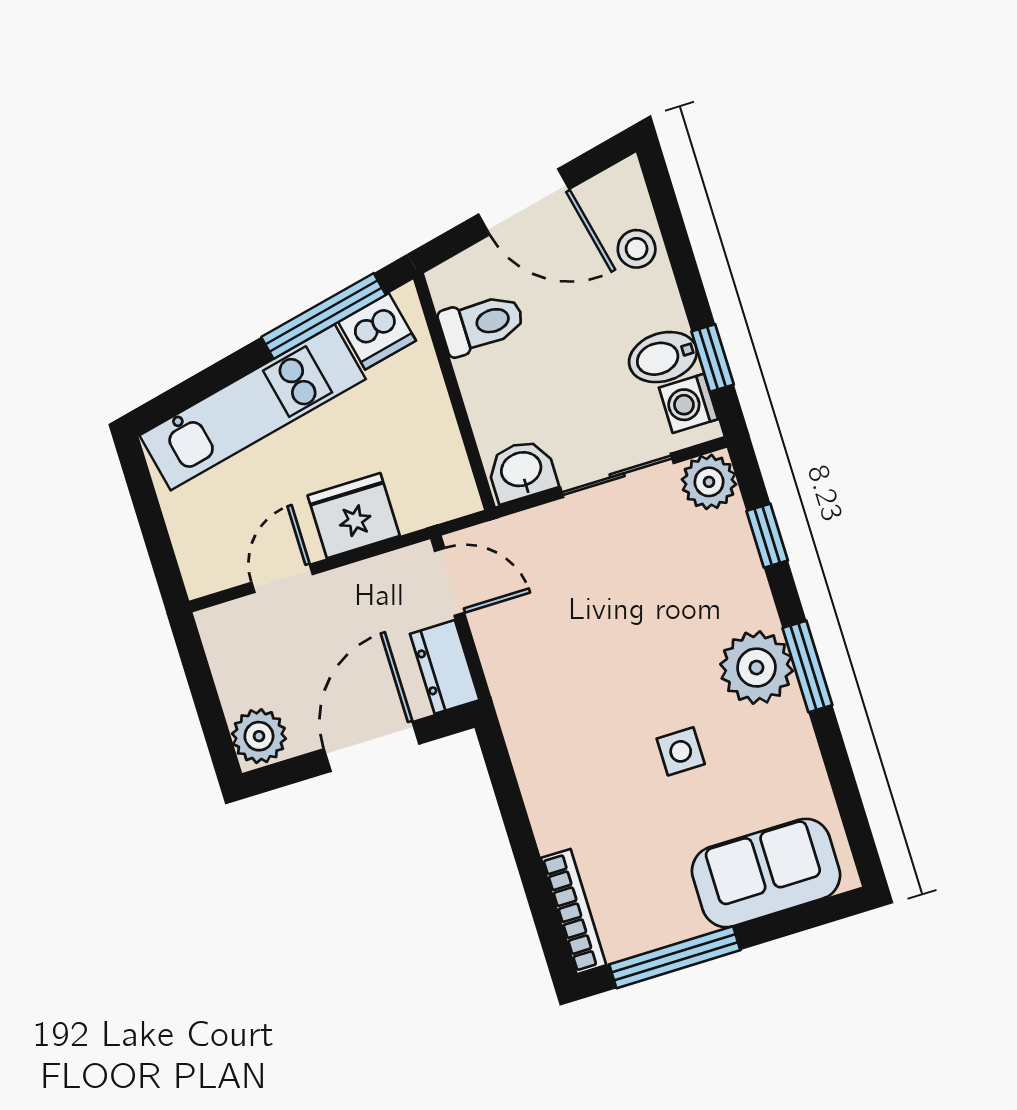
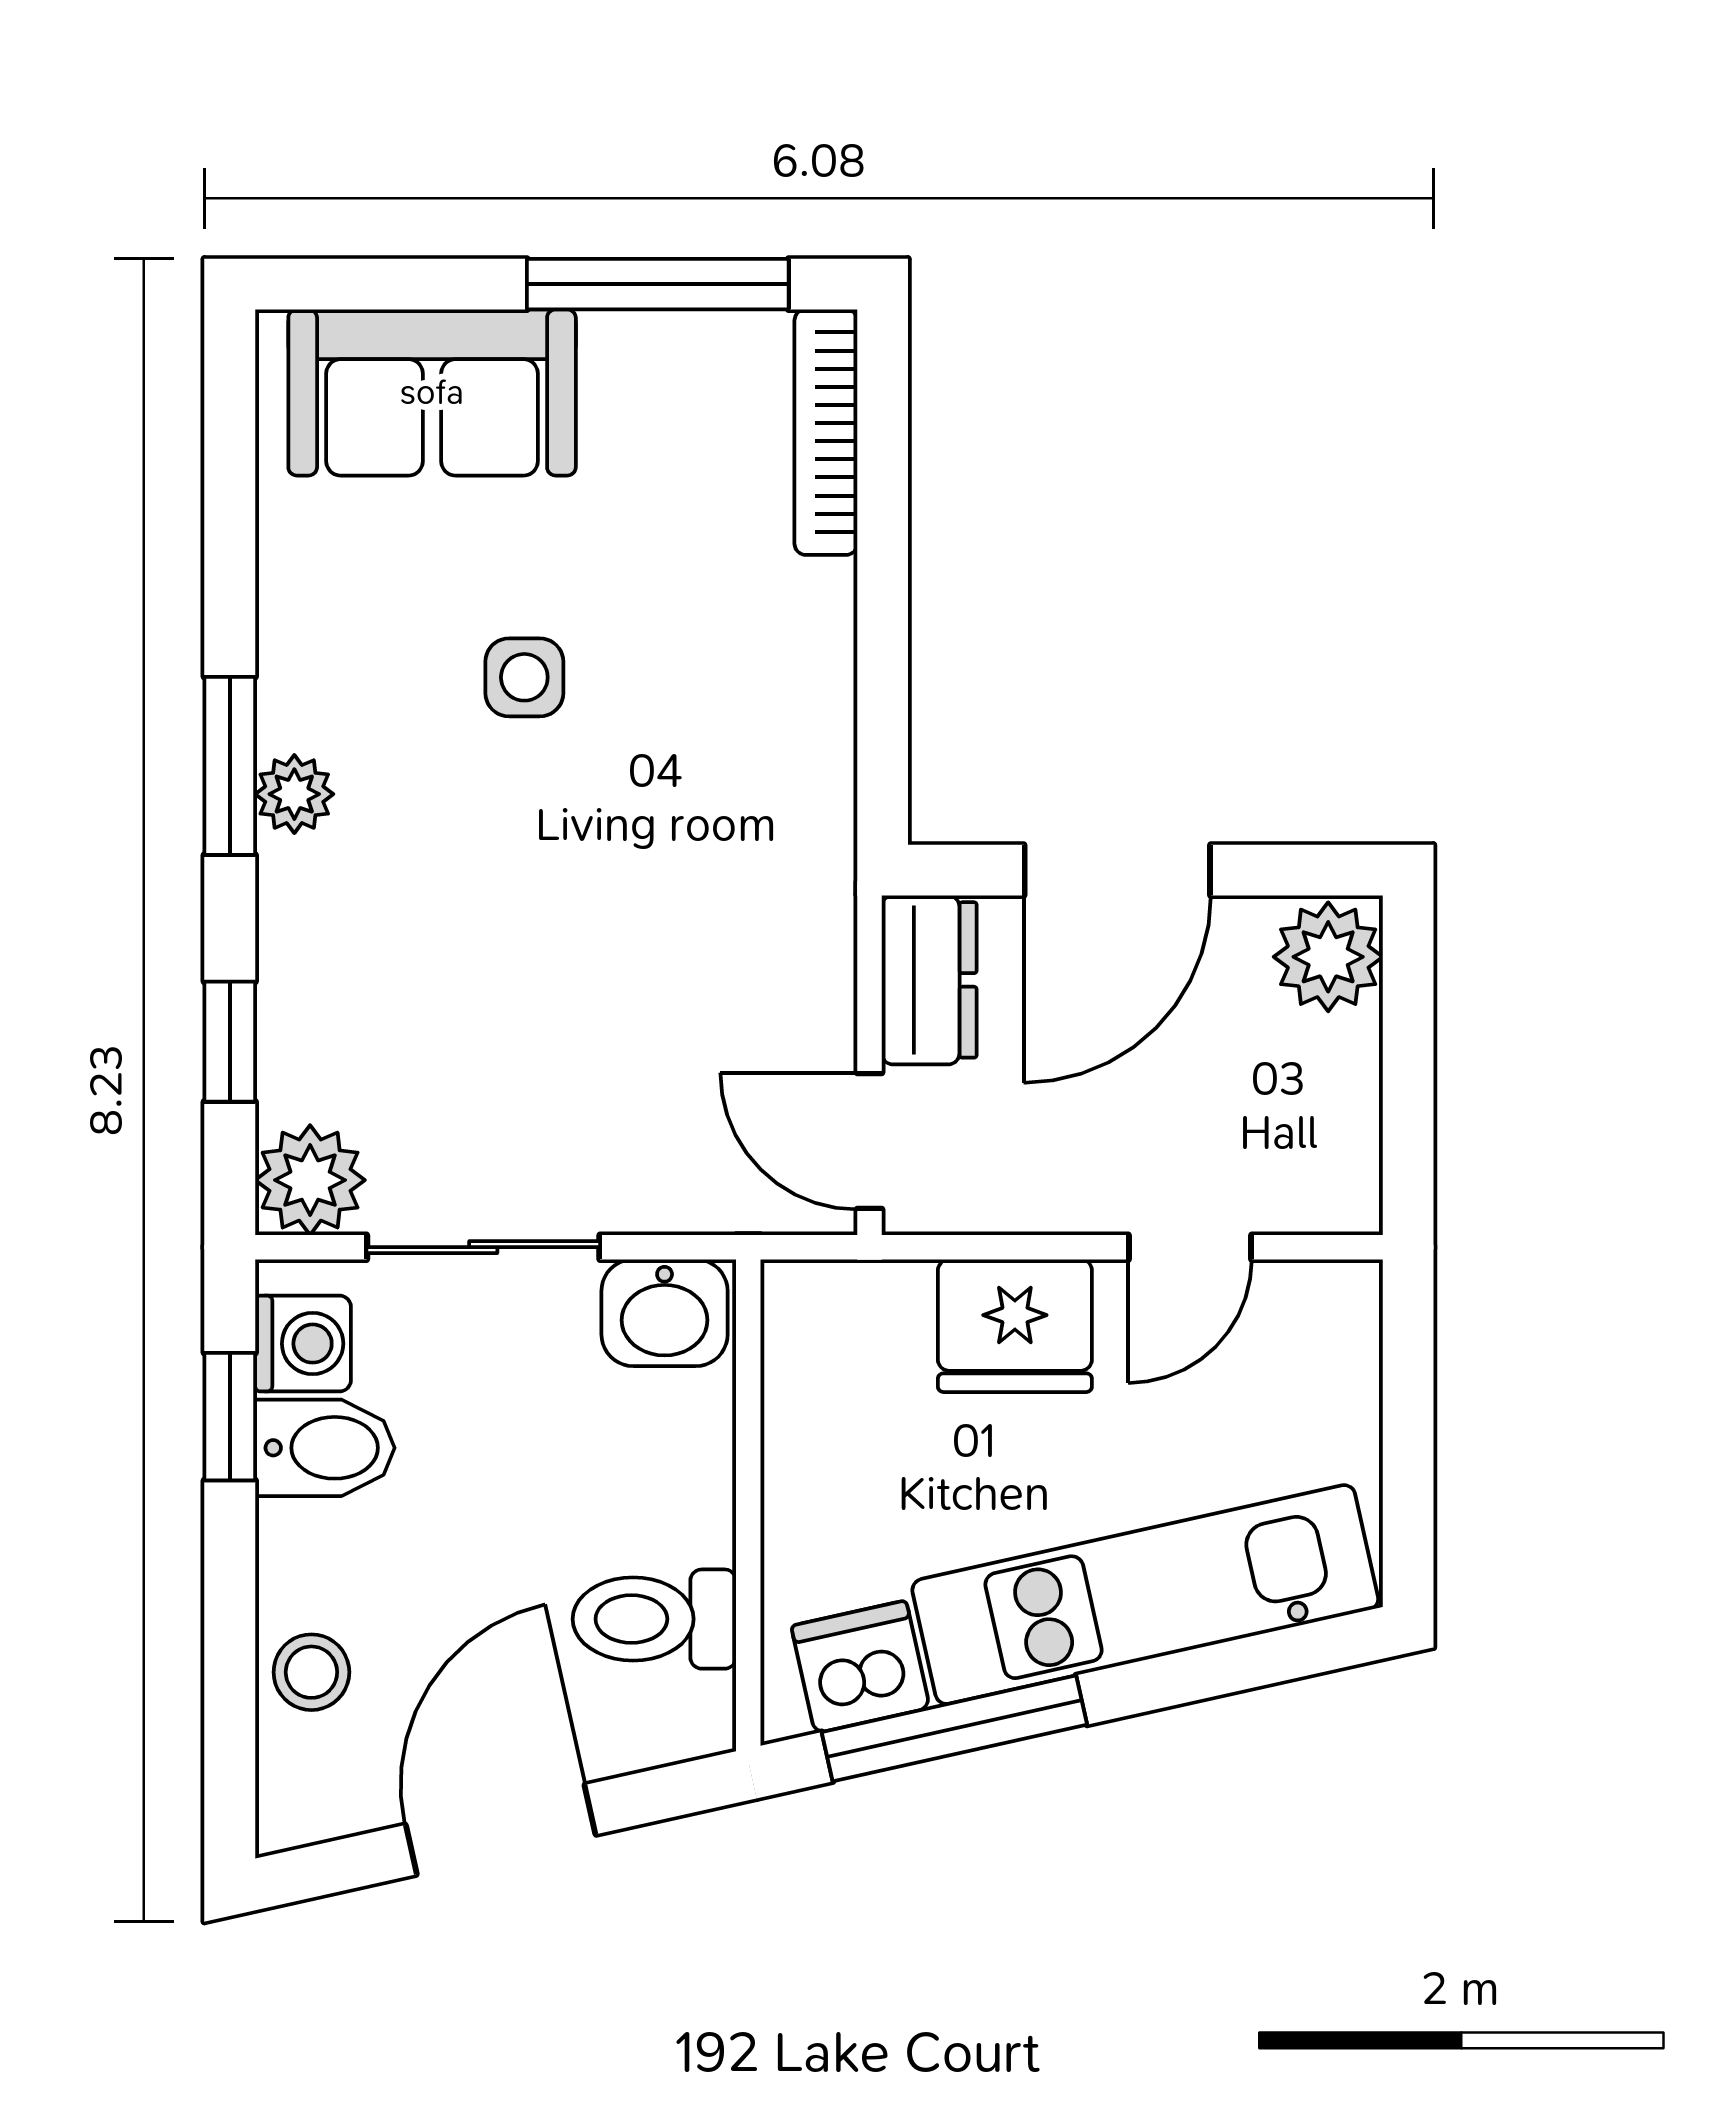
door: (524, 202) -> (501, 1830), hinge flipped
plant: (756, 668) -> (294, 794), width x0.53, depth x0.53

